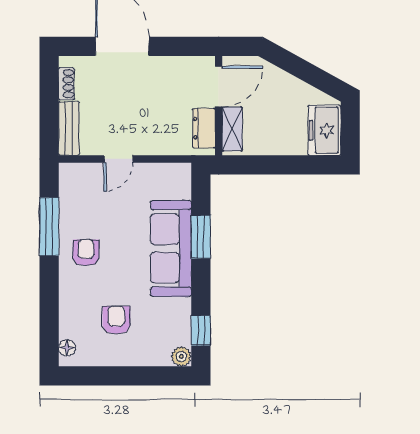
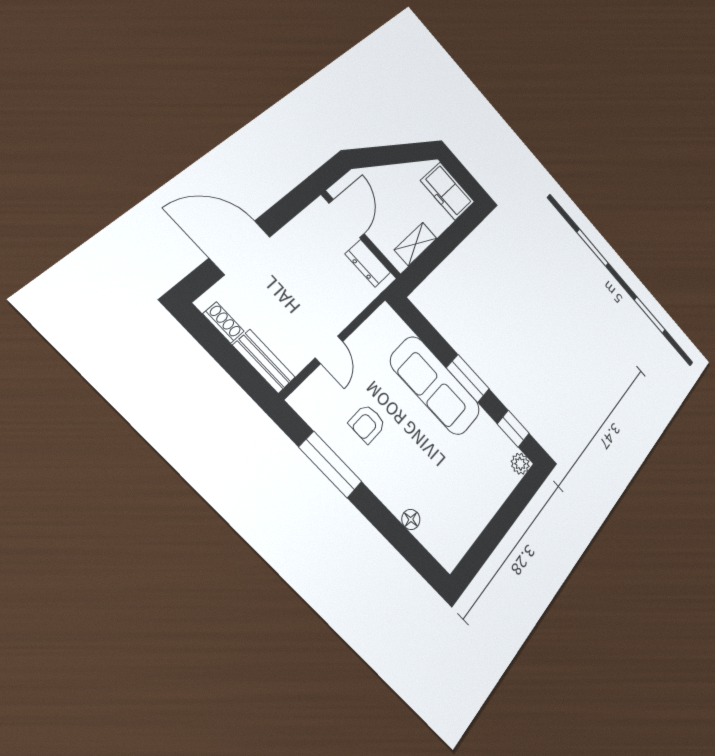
shelving: (232, 129) -> (416, 244), moved, turned 90
window: (201, 237) -> (468, 378), moved
armchair: (86, 253) -> (367, 424), moved, turned -90
armchair: (116, 320) -> (453, 486), removed
floor lamp: (67, 348) -> (411, 519), moved

